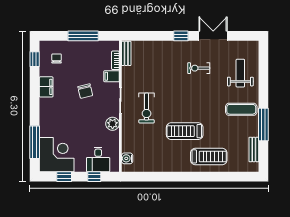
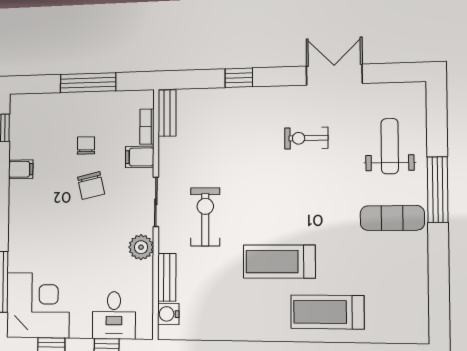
window: (181, 36) -> (239, 78), moved
chair: (57, 58) -> (86, 145), moved
filing cabinet: (46, 87) -> (21, 169), width x0.50
exercise bike: (147, 108) -> (205, 217), turned 180
window: (263, 124) -> (438, 190), moved
bench: (254, 149) -> (167, 277), moved
treadmill: (209, 156) -> (327, 312), turned 180

